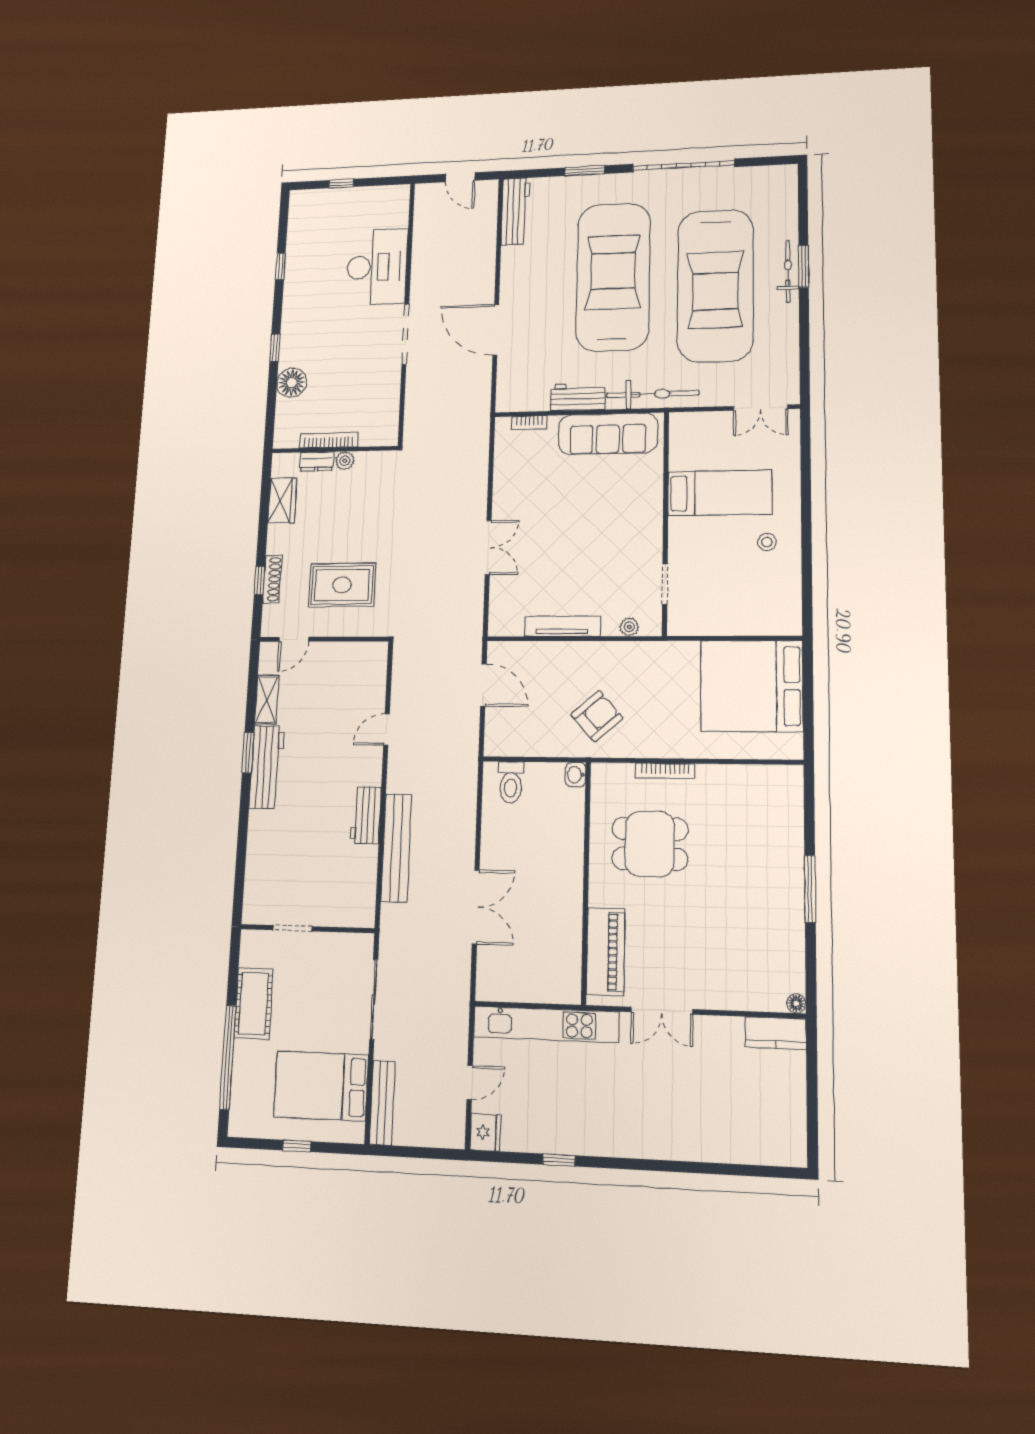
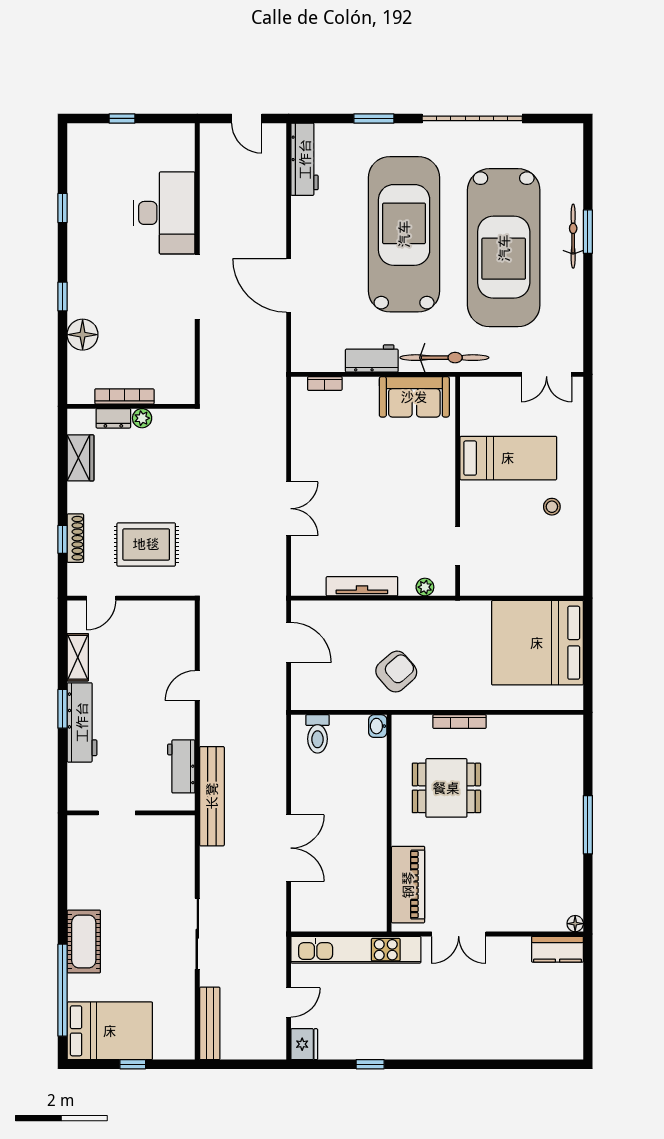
sofa: (608, 434) -> (414, 397), width x0.73
doorway: (293, 928) -> (117, 813), moved
wall: (307, 929) -> (131, 813), moved
bed: (321, 1086) -> (110, 1031), moved, turned 180

